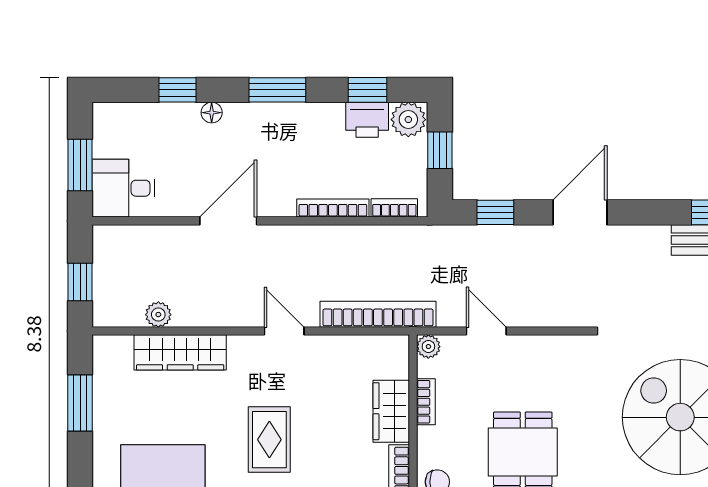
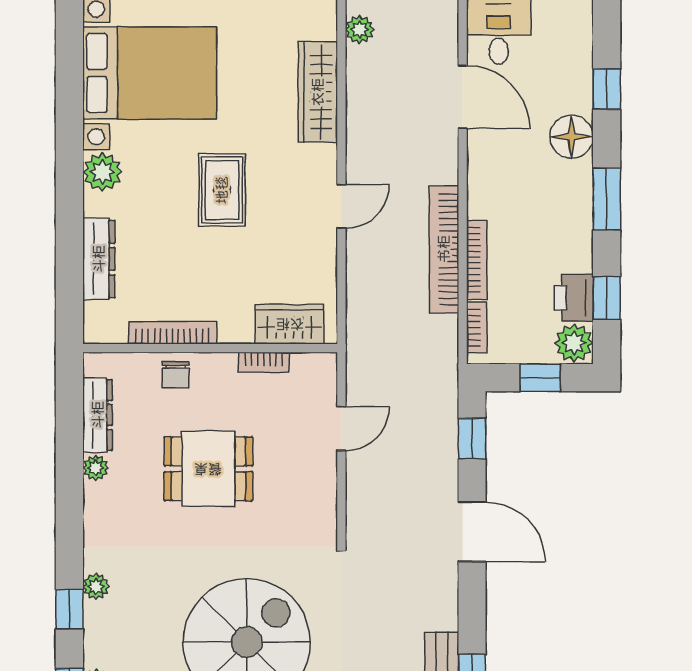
floor lamp: (212, 113) -> (572, 137), width x1.89, depth x1.89
door: (228, 221) -> (463, 97), moved
bookcase: (378, 314) -> (444, 249), moved, turned 180
plant: (158, 315) -> (360, 30), moved
plant: (428, 347) -> (324, 365), removed
wardrobe: (391, 411) -> (290, 324), moved
rug: (269, 440) -> (222, 190), turned 90

